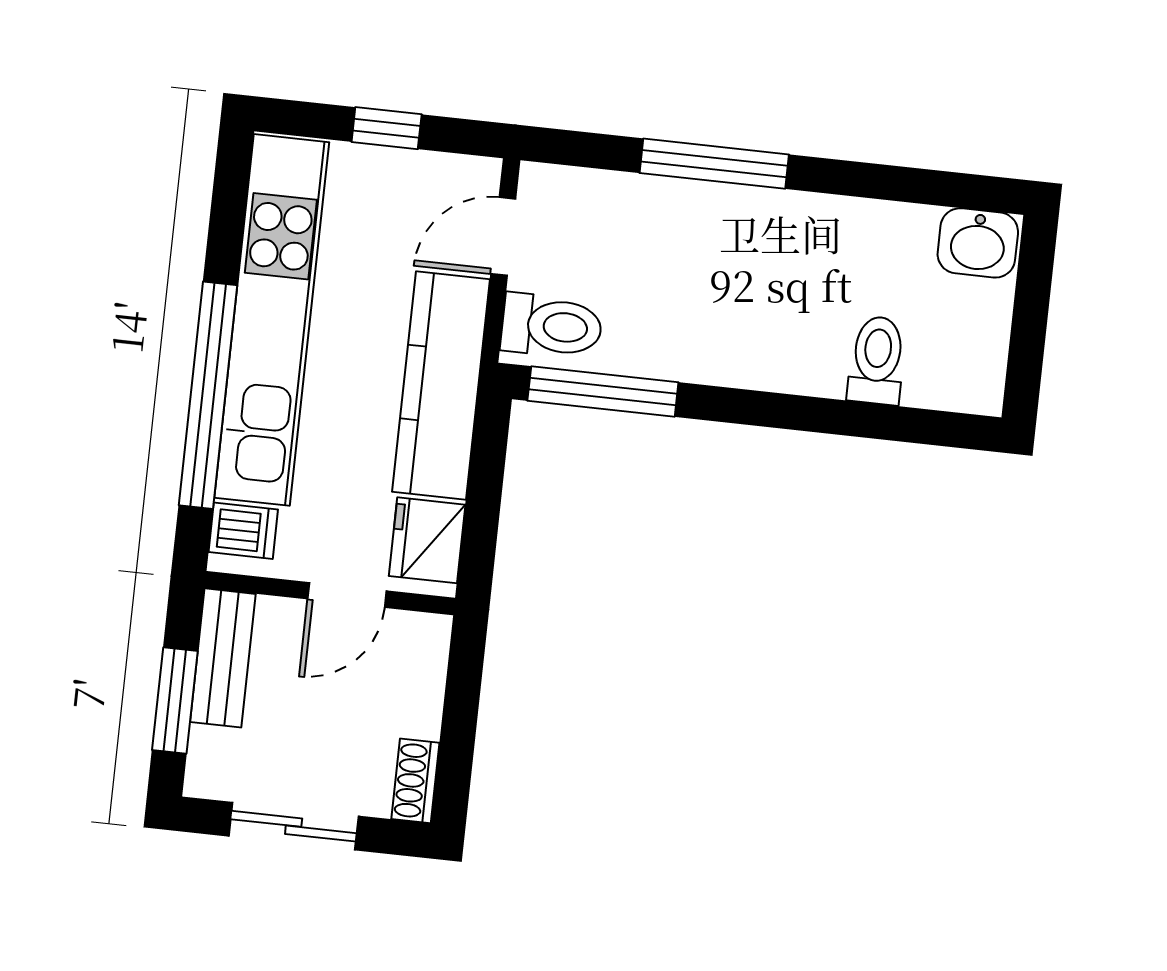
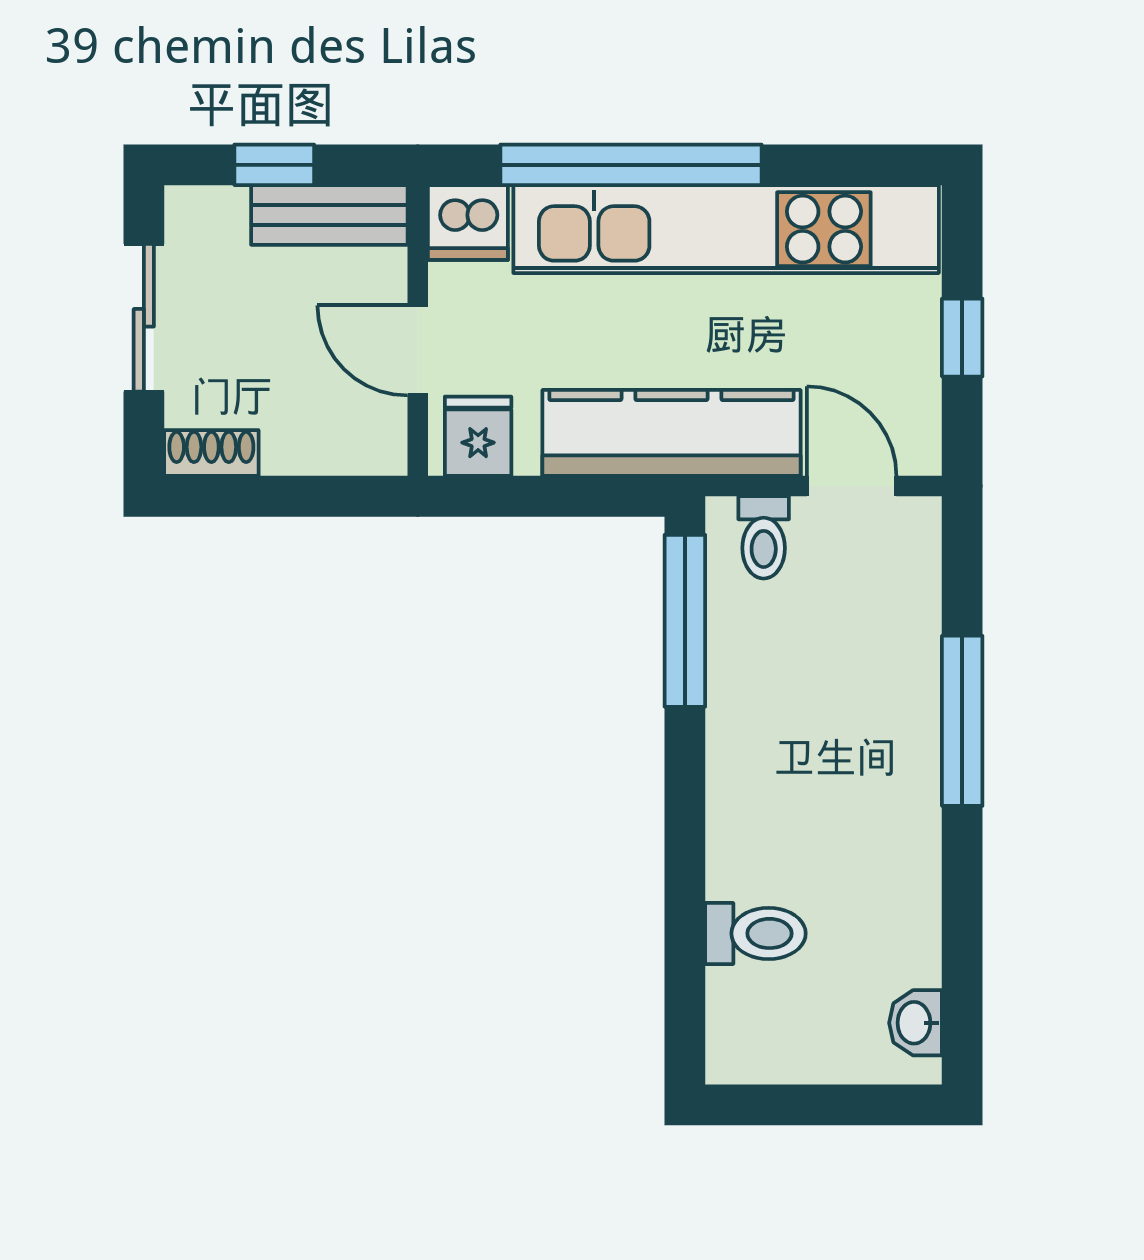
washbasin: (978, 243) -> (916, 1023), width x0.72, depth x0.69
toilet: (552, 326) -> (764, 537), width x0.73, depth x0.72
dishwasher: (243, 531) -> (468, 223), width x1.38
fridge: (427, 540) -> (478, 436), width x0.72
window: (175, 700) -> (274, 165), width x0.67

